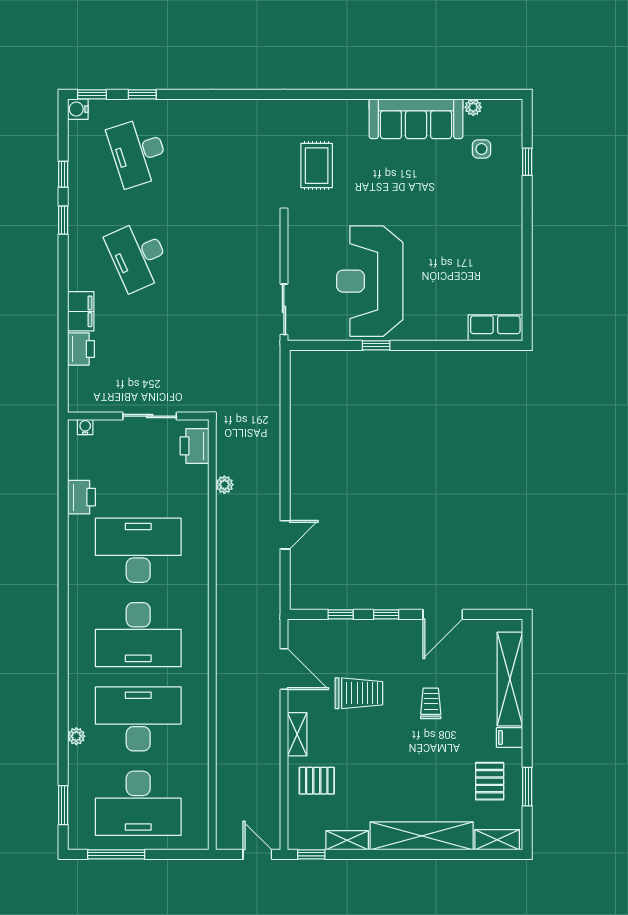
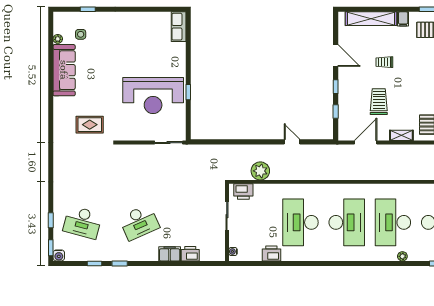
desk: (138, 152) -> (82, 222), turned 33
plant: (224, 485) -> (260, 171), width x1.88, depth x1.88

